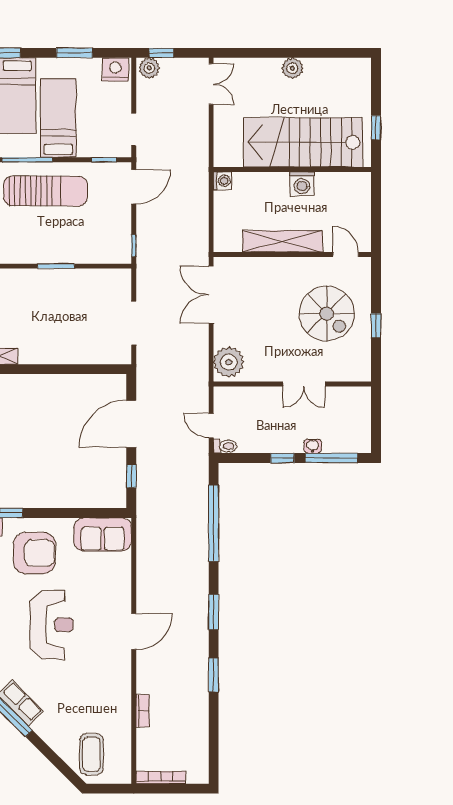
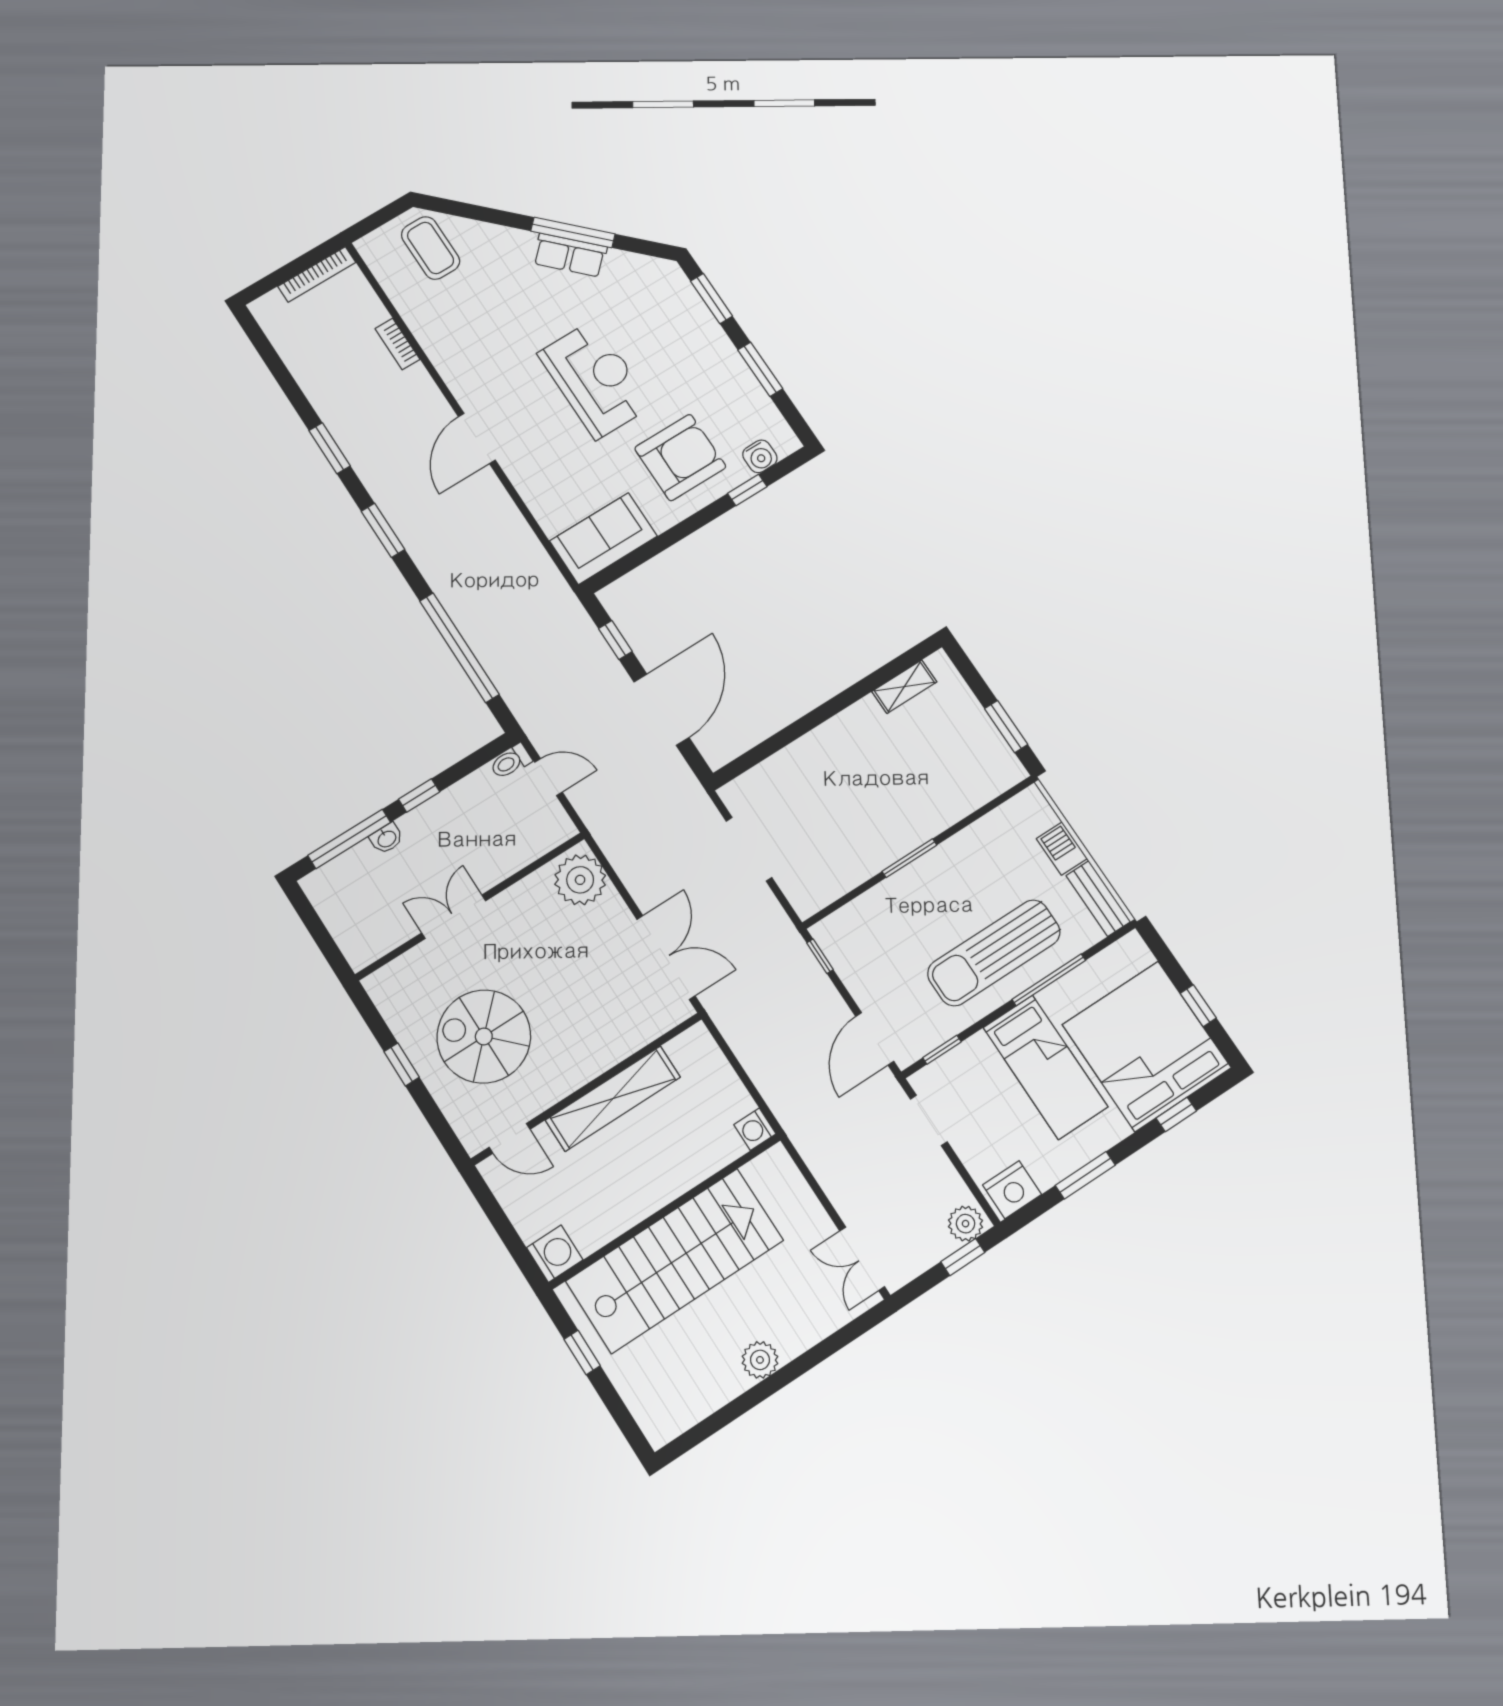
washing machine: (302, 184) -> (555, 1254), moved, turned 90
armchair: (34, 553) -> (680, 457), turned 180
reception desk: (51, 625) -> (595, 379), turned 180

